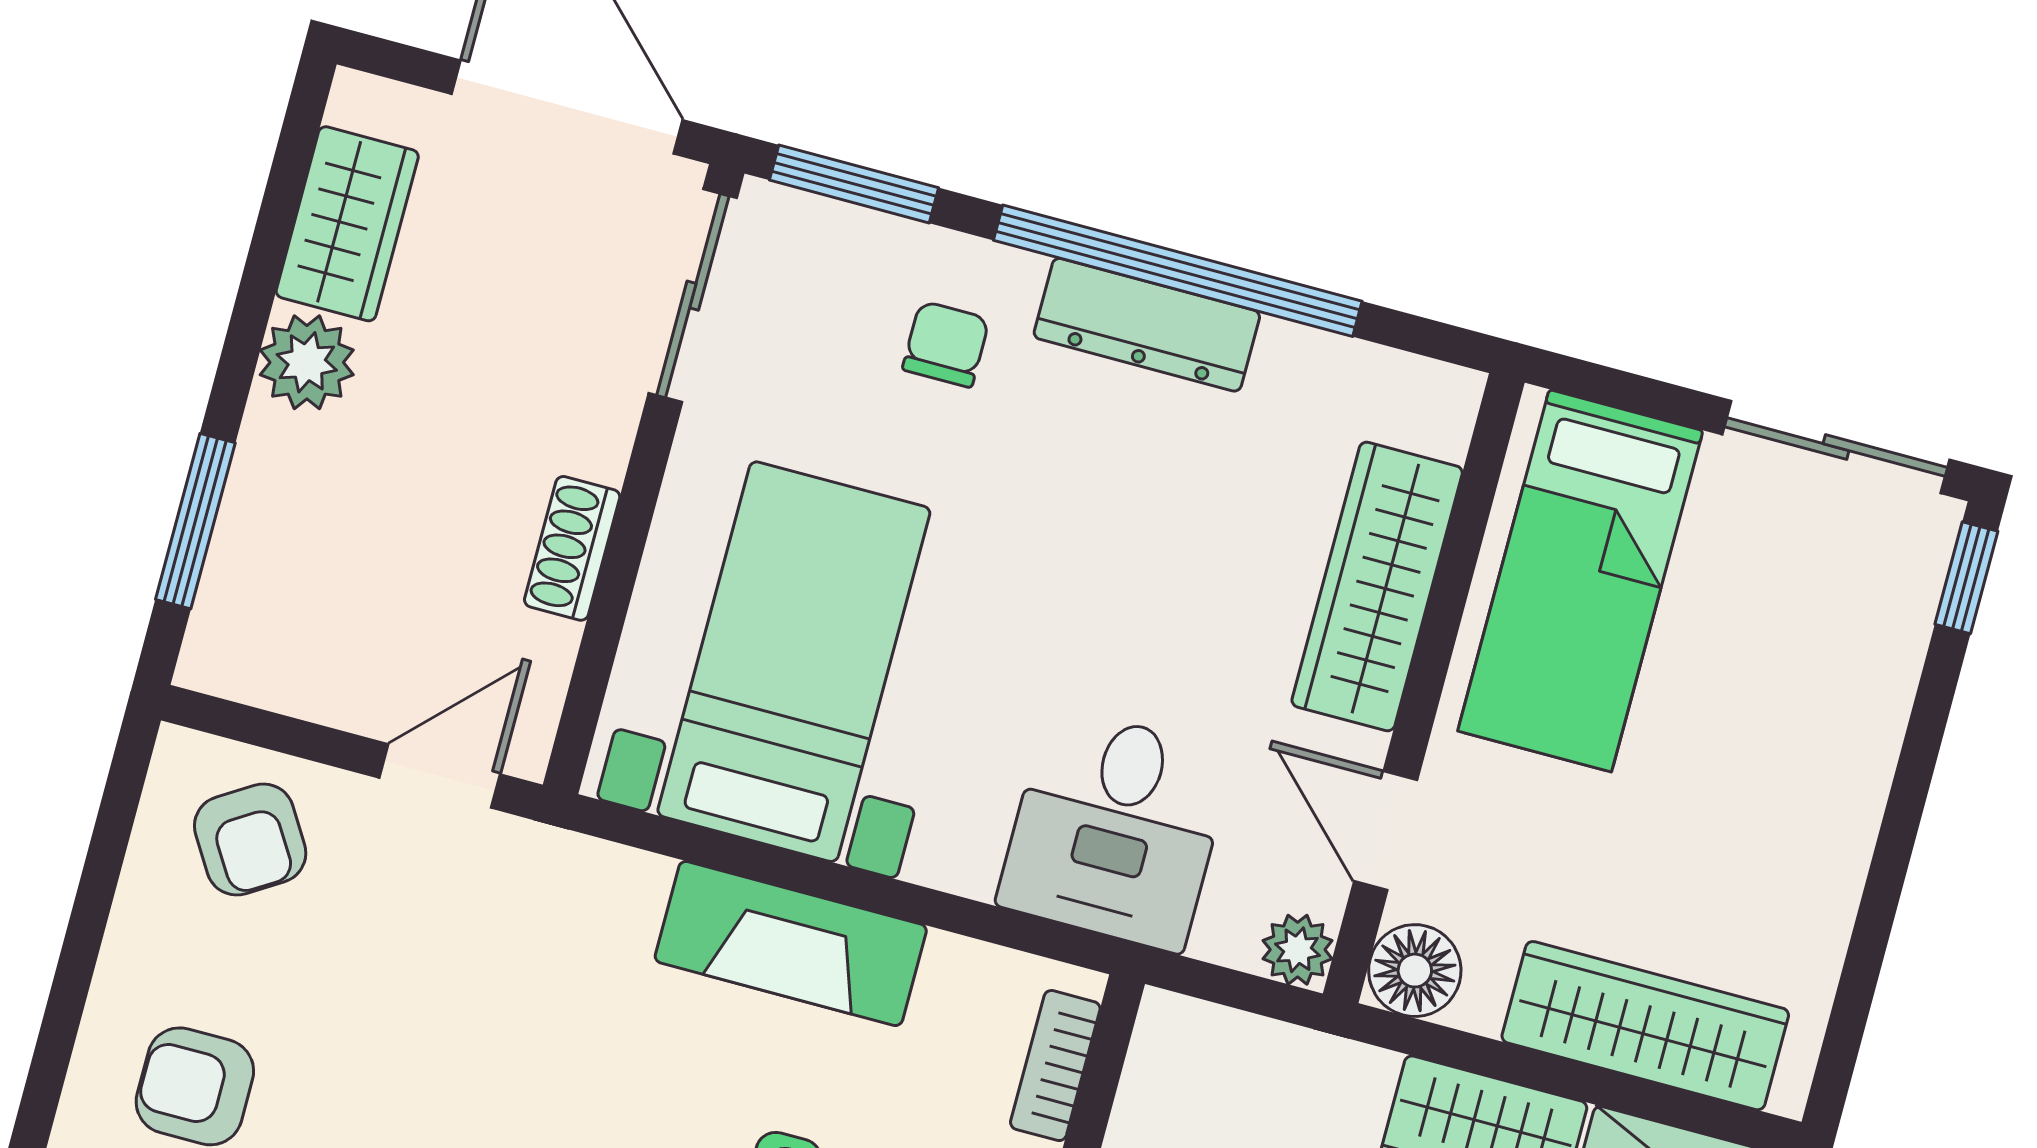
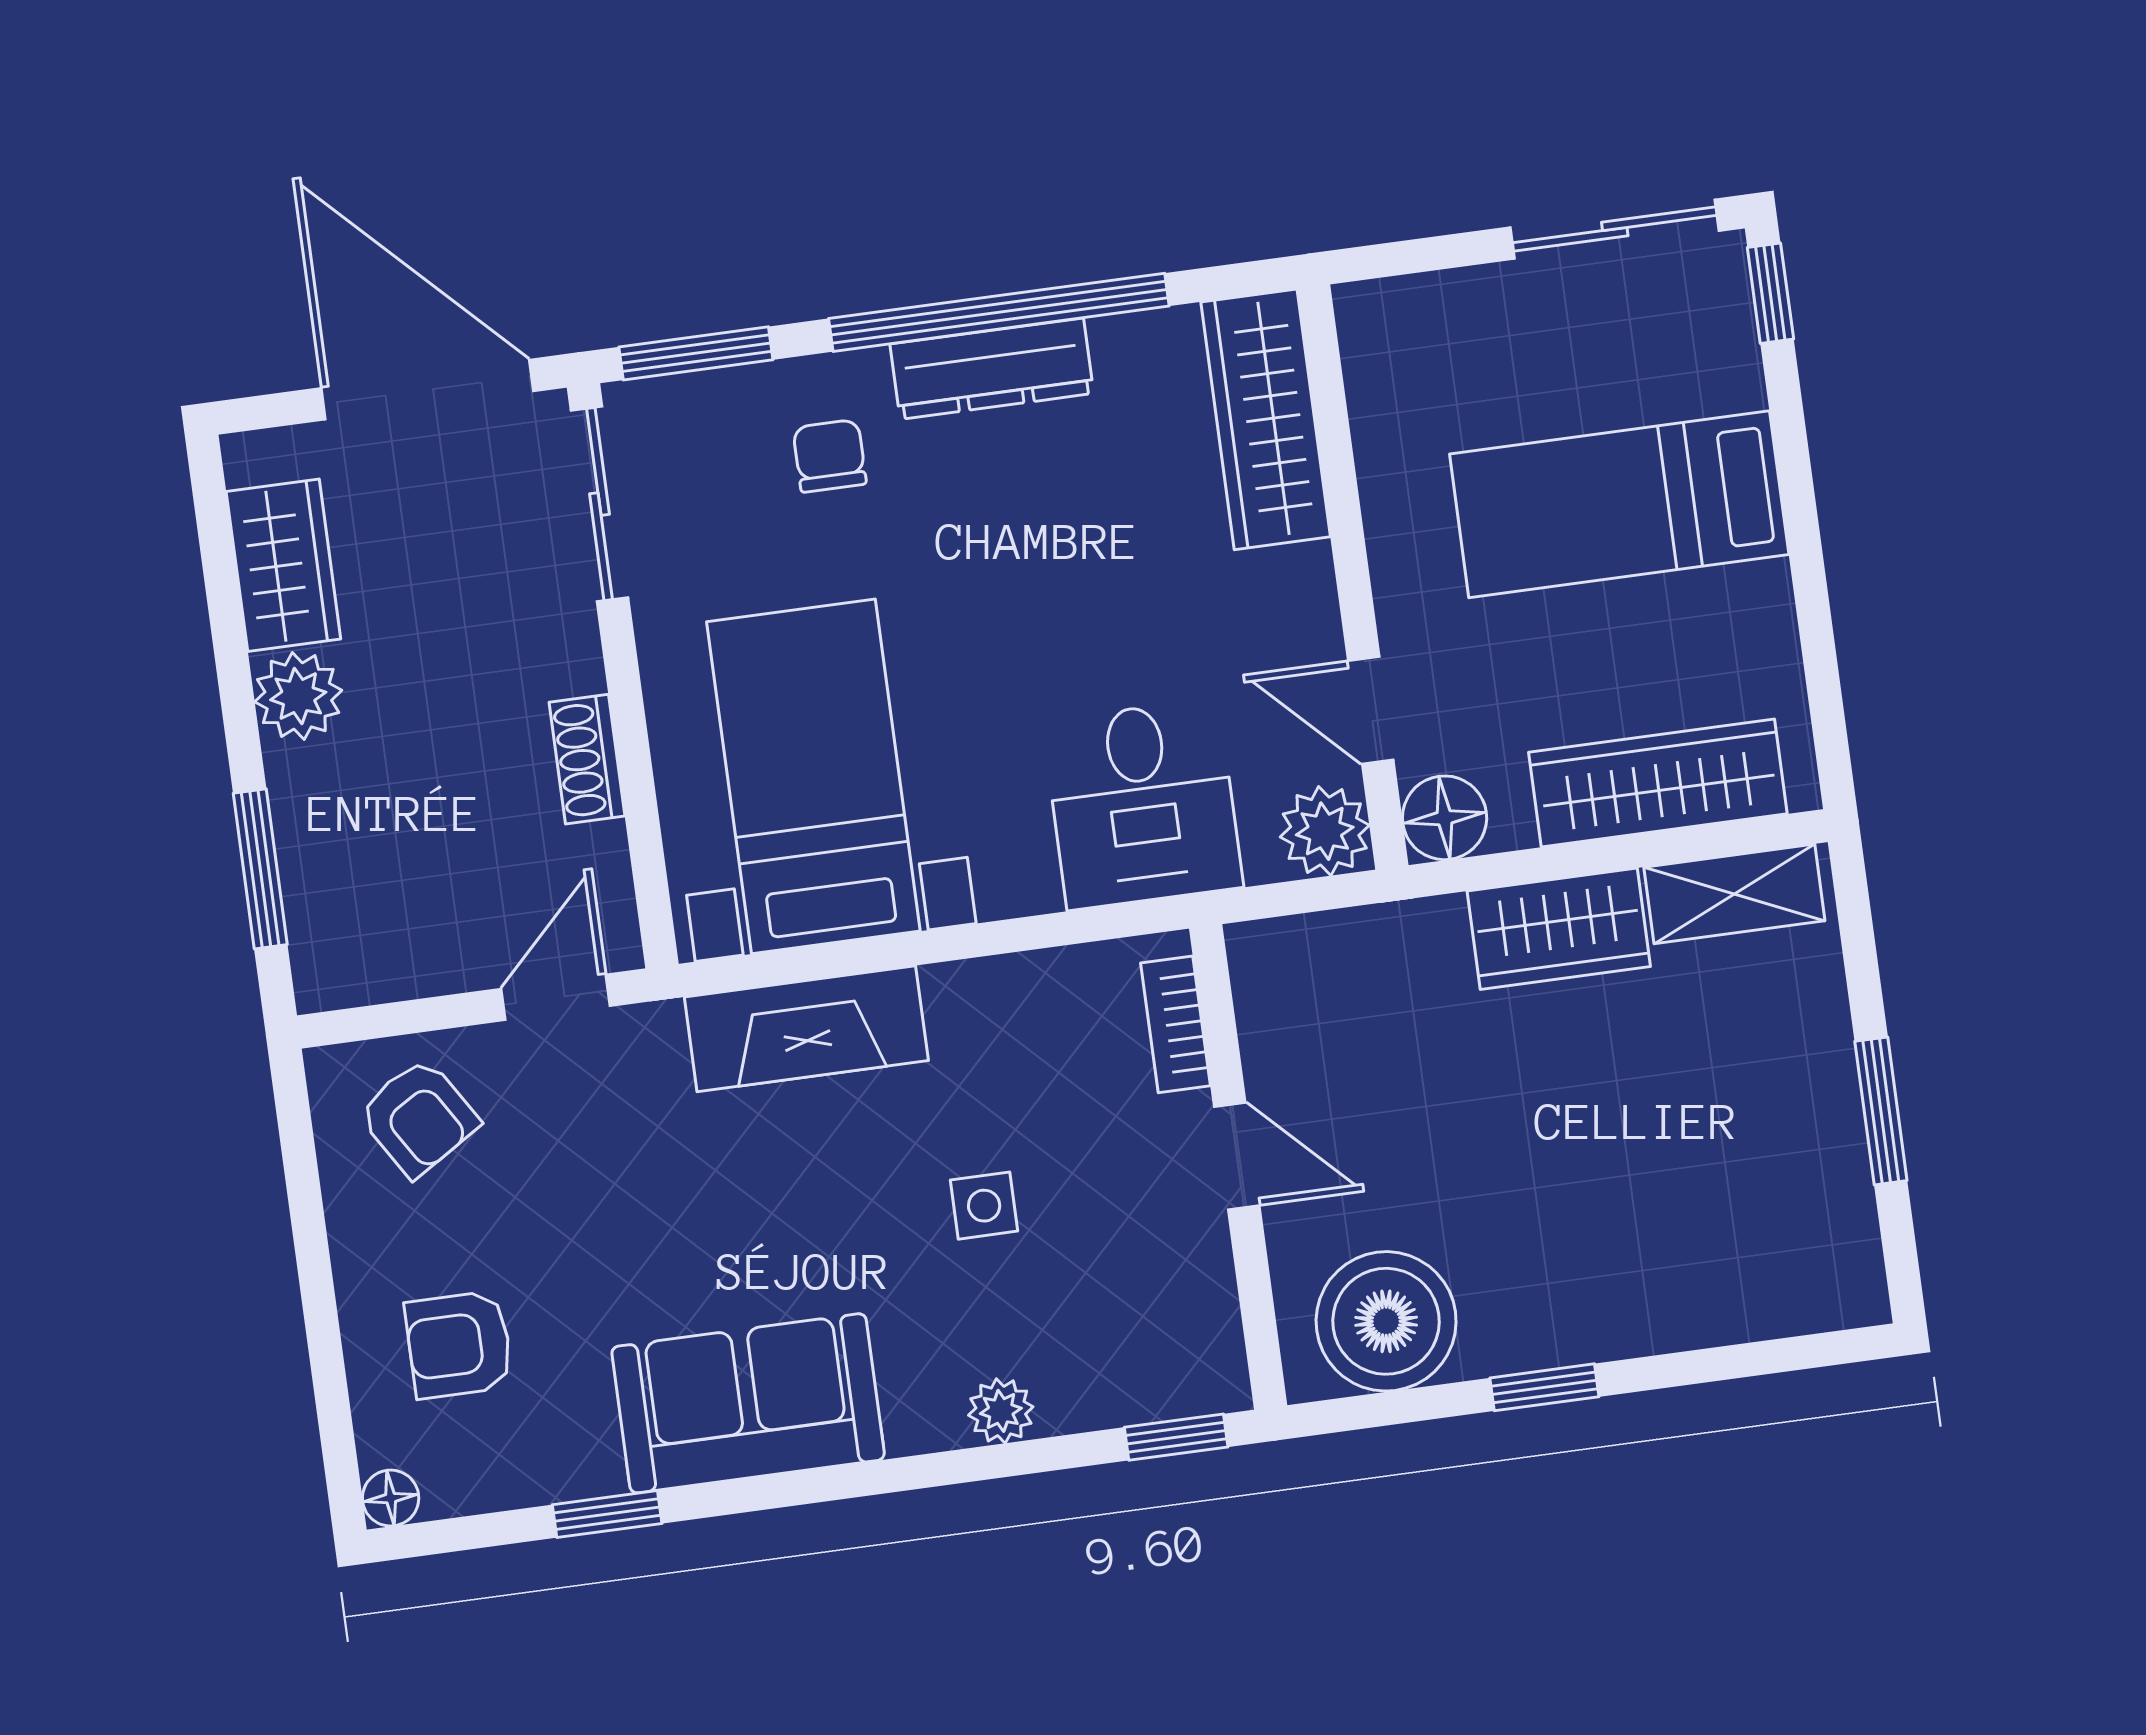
bed: (1580, 581) -> (1619, 504), moved, turned 90
wardrobe: (1377, 587) -> (1266, 419), moved
fireplace: (791, 943) -> (806, 1029), moved
plant: (1298, 950) -> (1325, 831), width x1.38, depth x1.38

